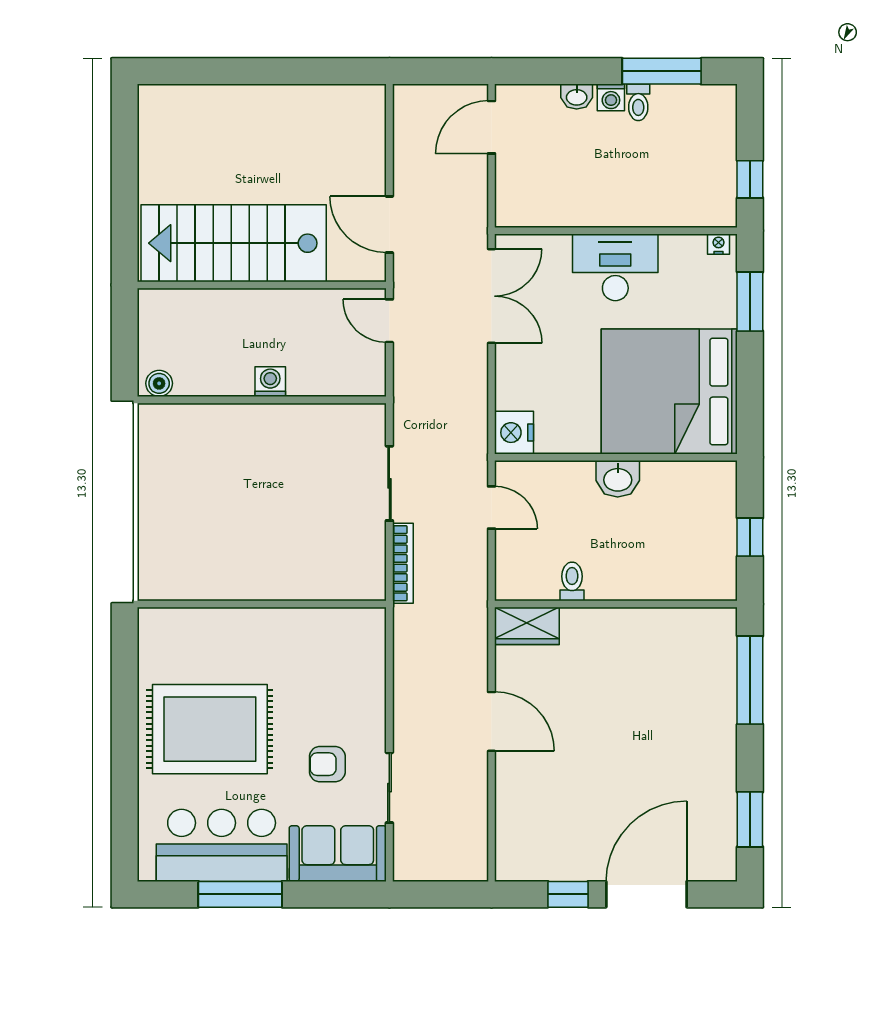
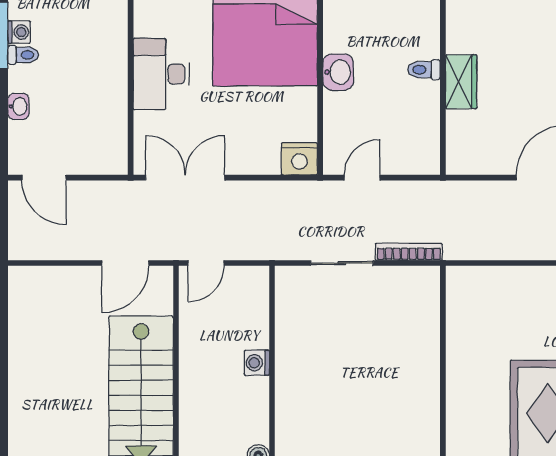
washing machine: (611, 97) -> (19, 32), moved
toilet: (572, 581) -> (424, 70), moved
wardrobe: (527, 626) -> (461, 82), moved

